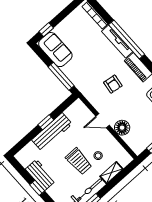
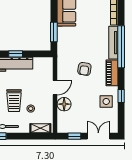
window: (61, 76) -> (54, 32), width x0.69
door: (103, 121) -> (55, 88), swing flipped
shelving: (111, 173) -> (40, 128), moved

